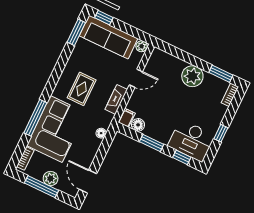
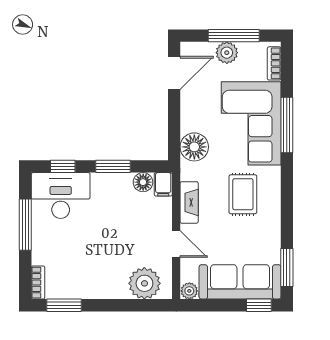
plant: (192, 76) -> (144, 283), moved
door: (136, 78) -> (176, 244), swing flipped
floor lamp: (101, 133) -> (194, 147), width x1.89, depth x1.89
window: (221, 133) -> (25, 225), width x2.17
door: (88, 182) -> (174, 73), hinge flipped

